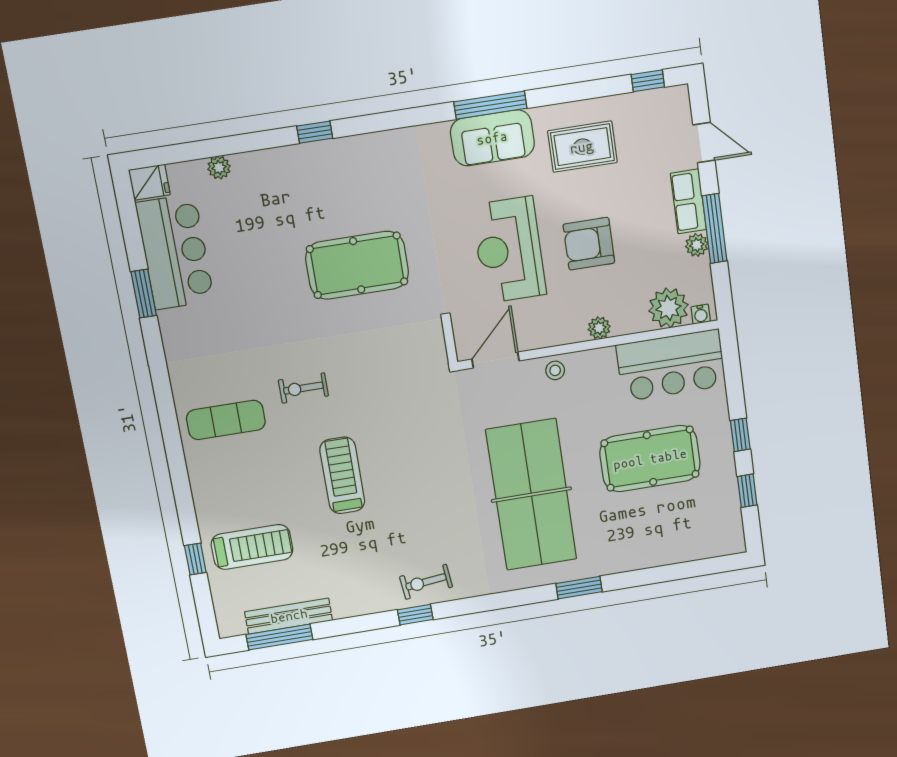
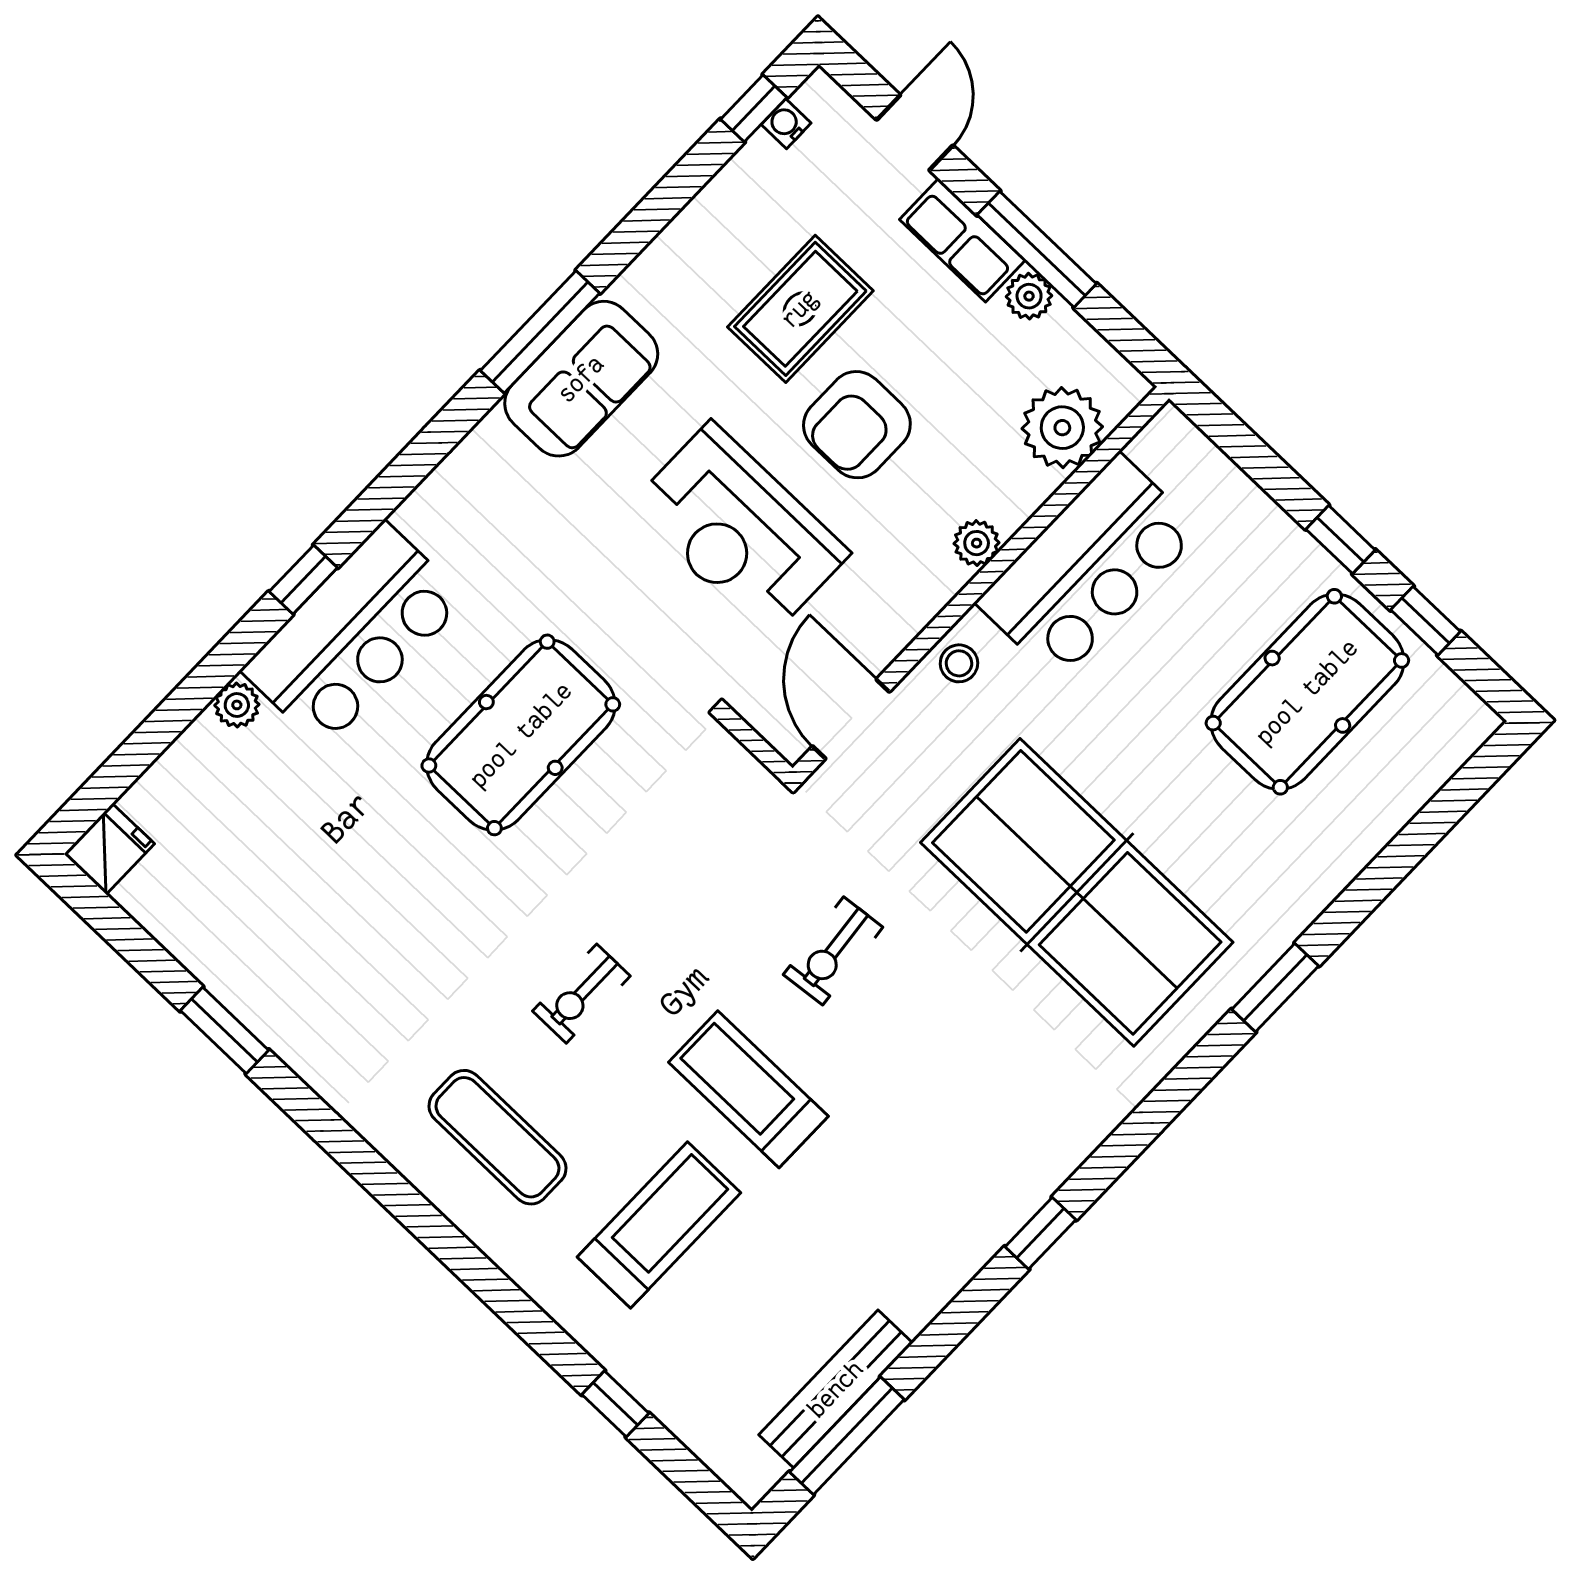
door: (704, 143) -> (915, 133), hinge flipped
rug: (582, 147) -> (800, 309), moved
plant: (219, 168) -> (237, 705), moved
bar counter: (175, 252) -> (354, 635), moved, turned 90
water cooler: (701, 314) -> (786, 124), moved, turned 180
bar counter: (671, 365) -> (1088, 567), moved
exercise mat: (226, 420) -> (498, 1137), turned 90
pool table: (650, 459) -> (1307, 692), moved
treadmill: (252, 547) -> (659, 1225), moved
exercise bike: (426, 582) -> (833, 951), moved

